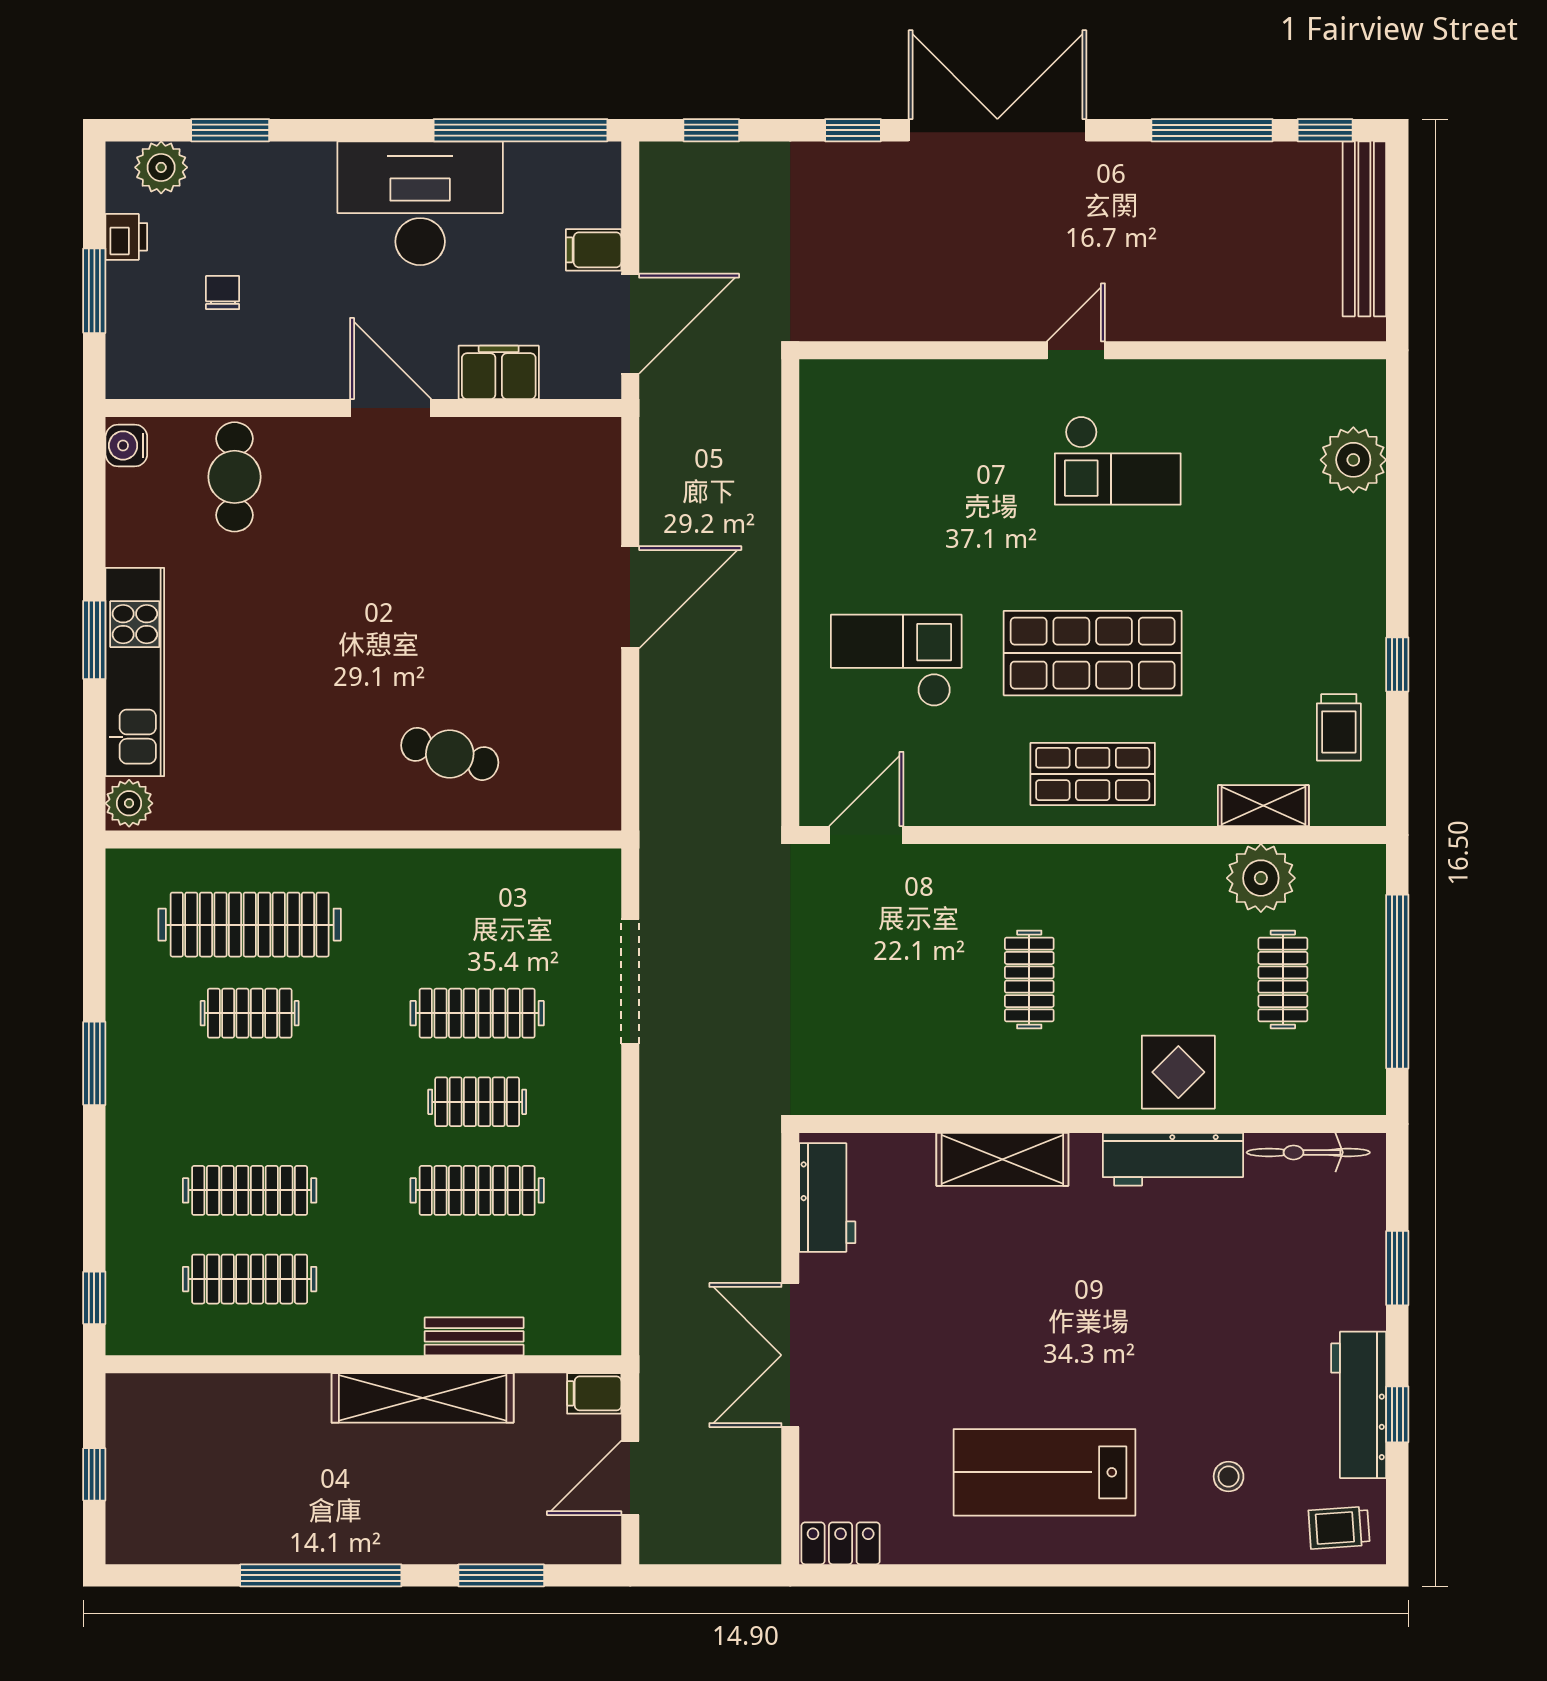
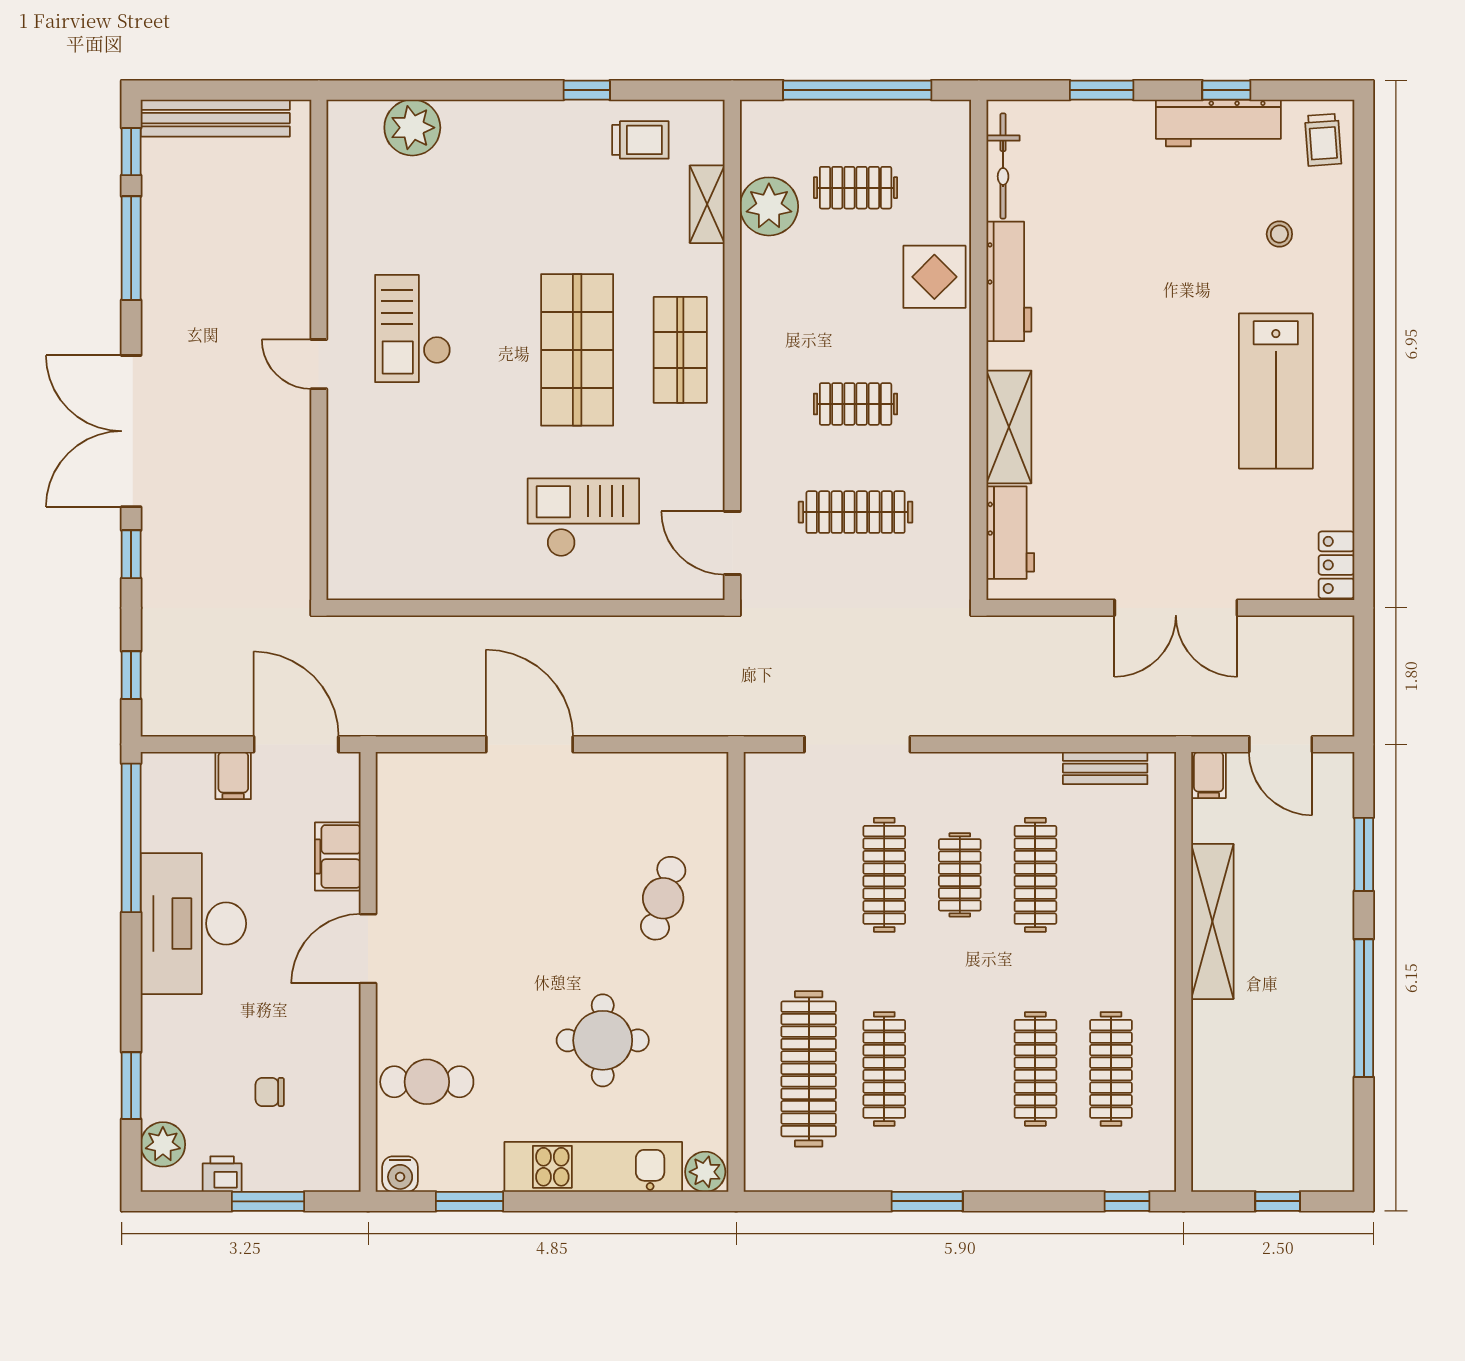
checkout: (1118, 460) -> (413, 328), turned 180
window: (94, 640) -> (469, 1201), moved
checkout: (896, 660) -> (583, 517), turned 90
round table: (283, 683) -> (603, 1040), added
clothes rail: (902, 980) -> (856, 512), added
clothes rail: (250, 1013) -> (884, 1069), width x1.36
workbench: (827, 1198) -> (1010, 533), moved, turned 90
bench: (474, 1336) -> (1105, 768), moved, turned 90

